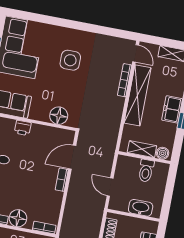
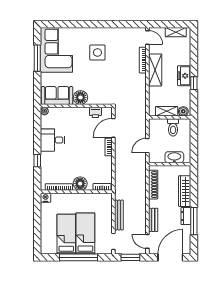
shelving: (137, 95) -> (155, 70), width x0.68
floor lamp: (59, 116) -> (80, 97), moved
printer: (23, 128) -> (95, 112), moved
door: (110, 187) -> (147, 146), hinge flipped

